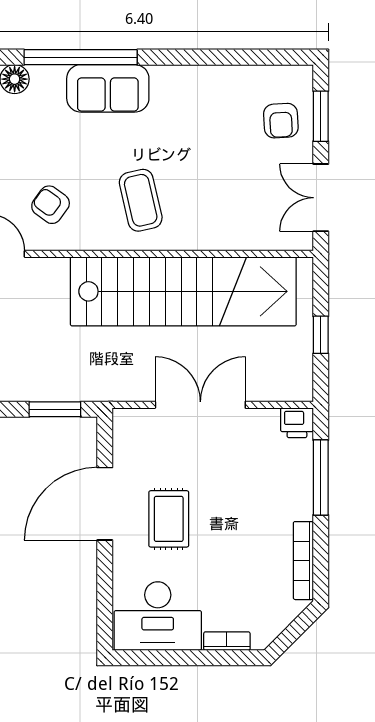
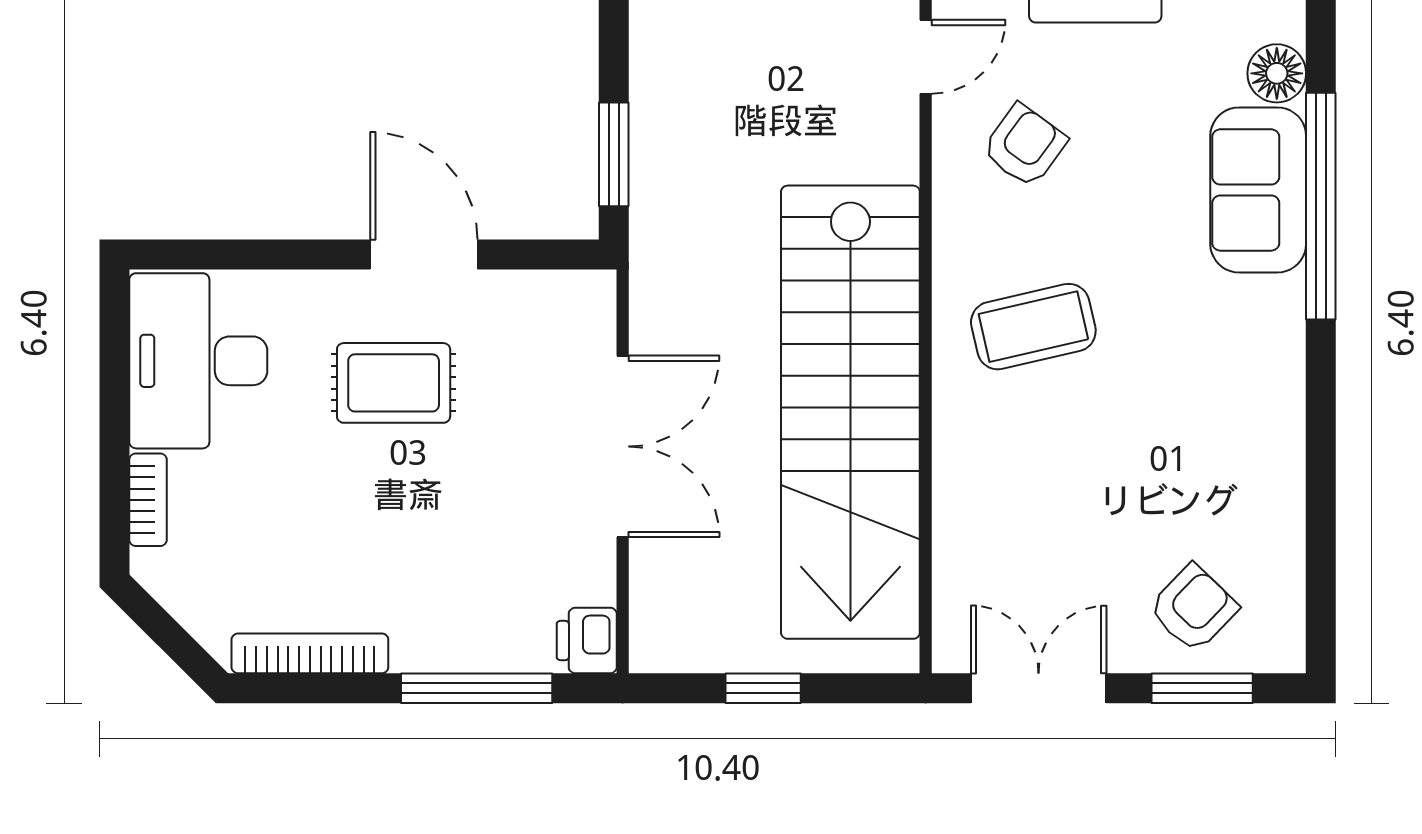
sofa: (108, 88) -> (1258, 190), moved
armchair: (281, 121) -> (1193, 608), turned 137
door: (105, 504) -> (424, 255), width x0.73

